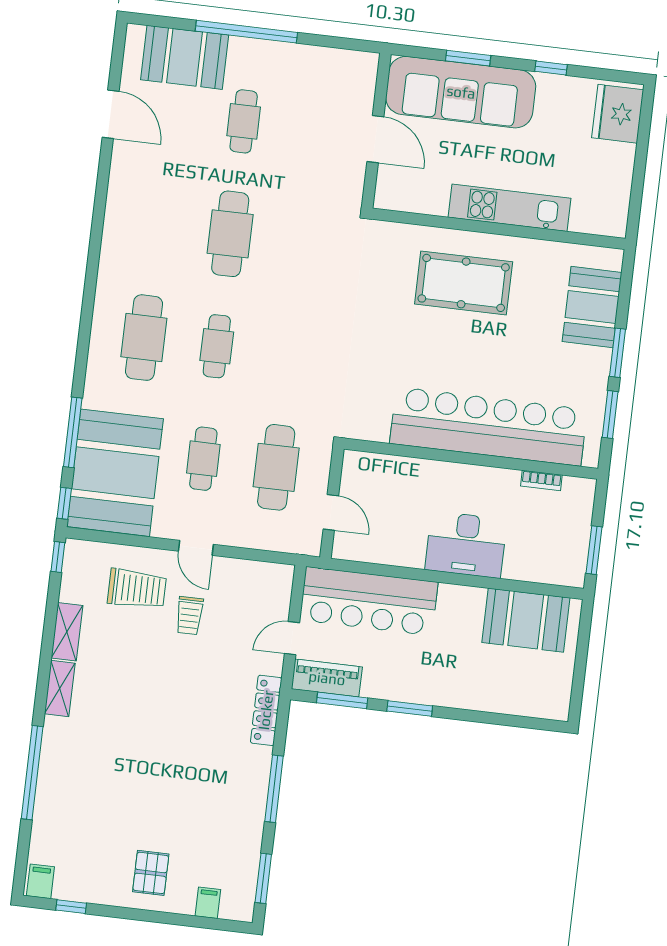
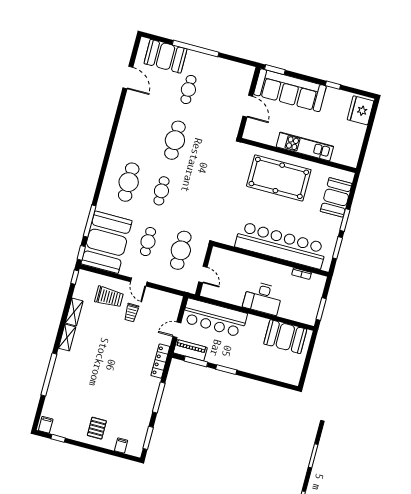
window: (468, 58) -> (275, 70), moved
pool table: (464, 283) -> (279, 178), width x1.36, depth x1.32

